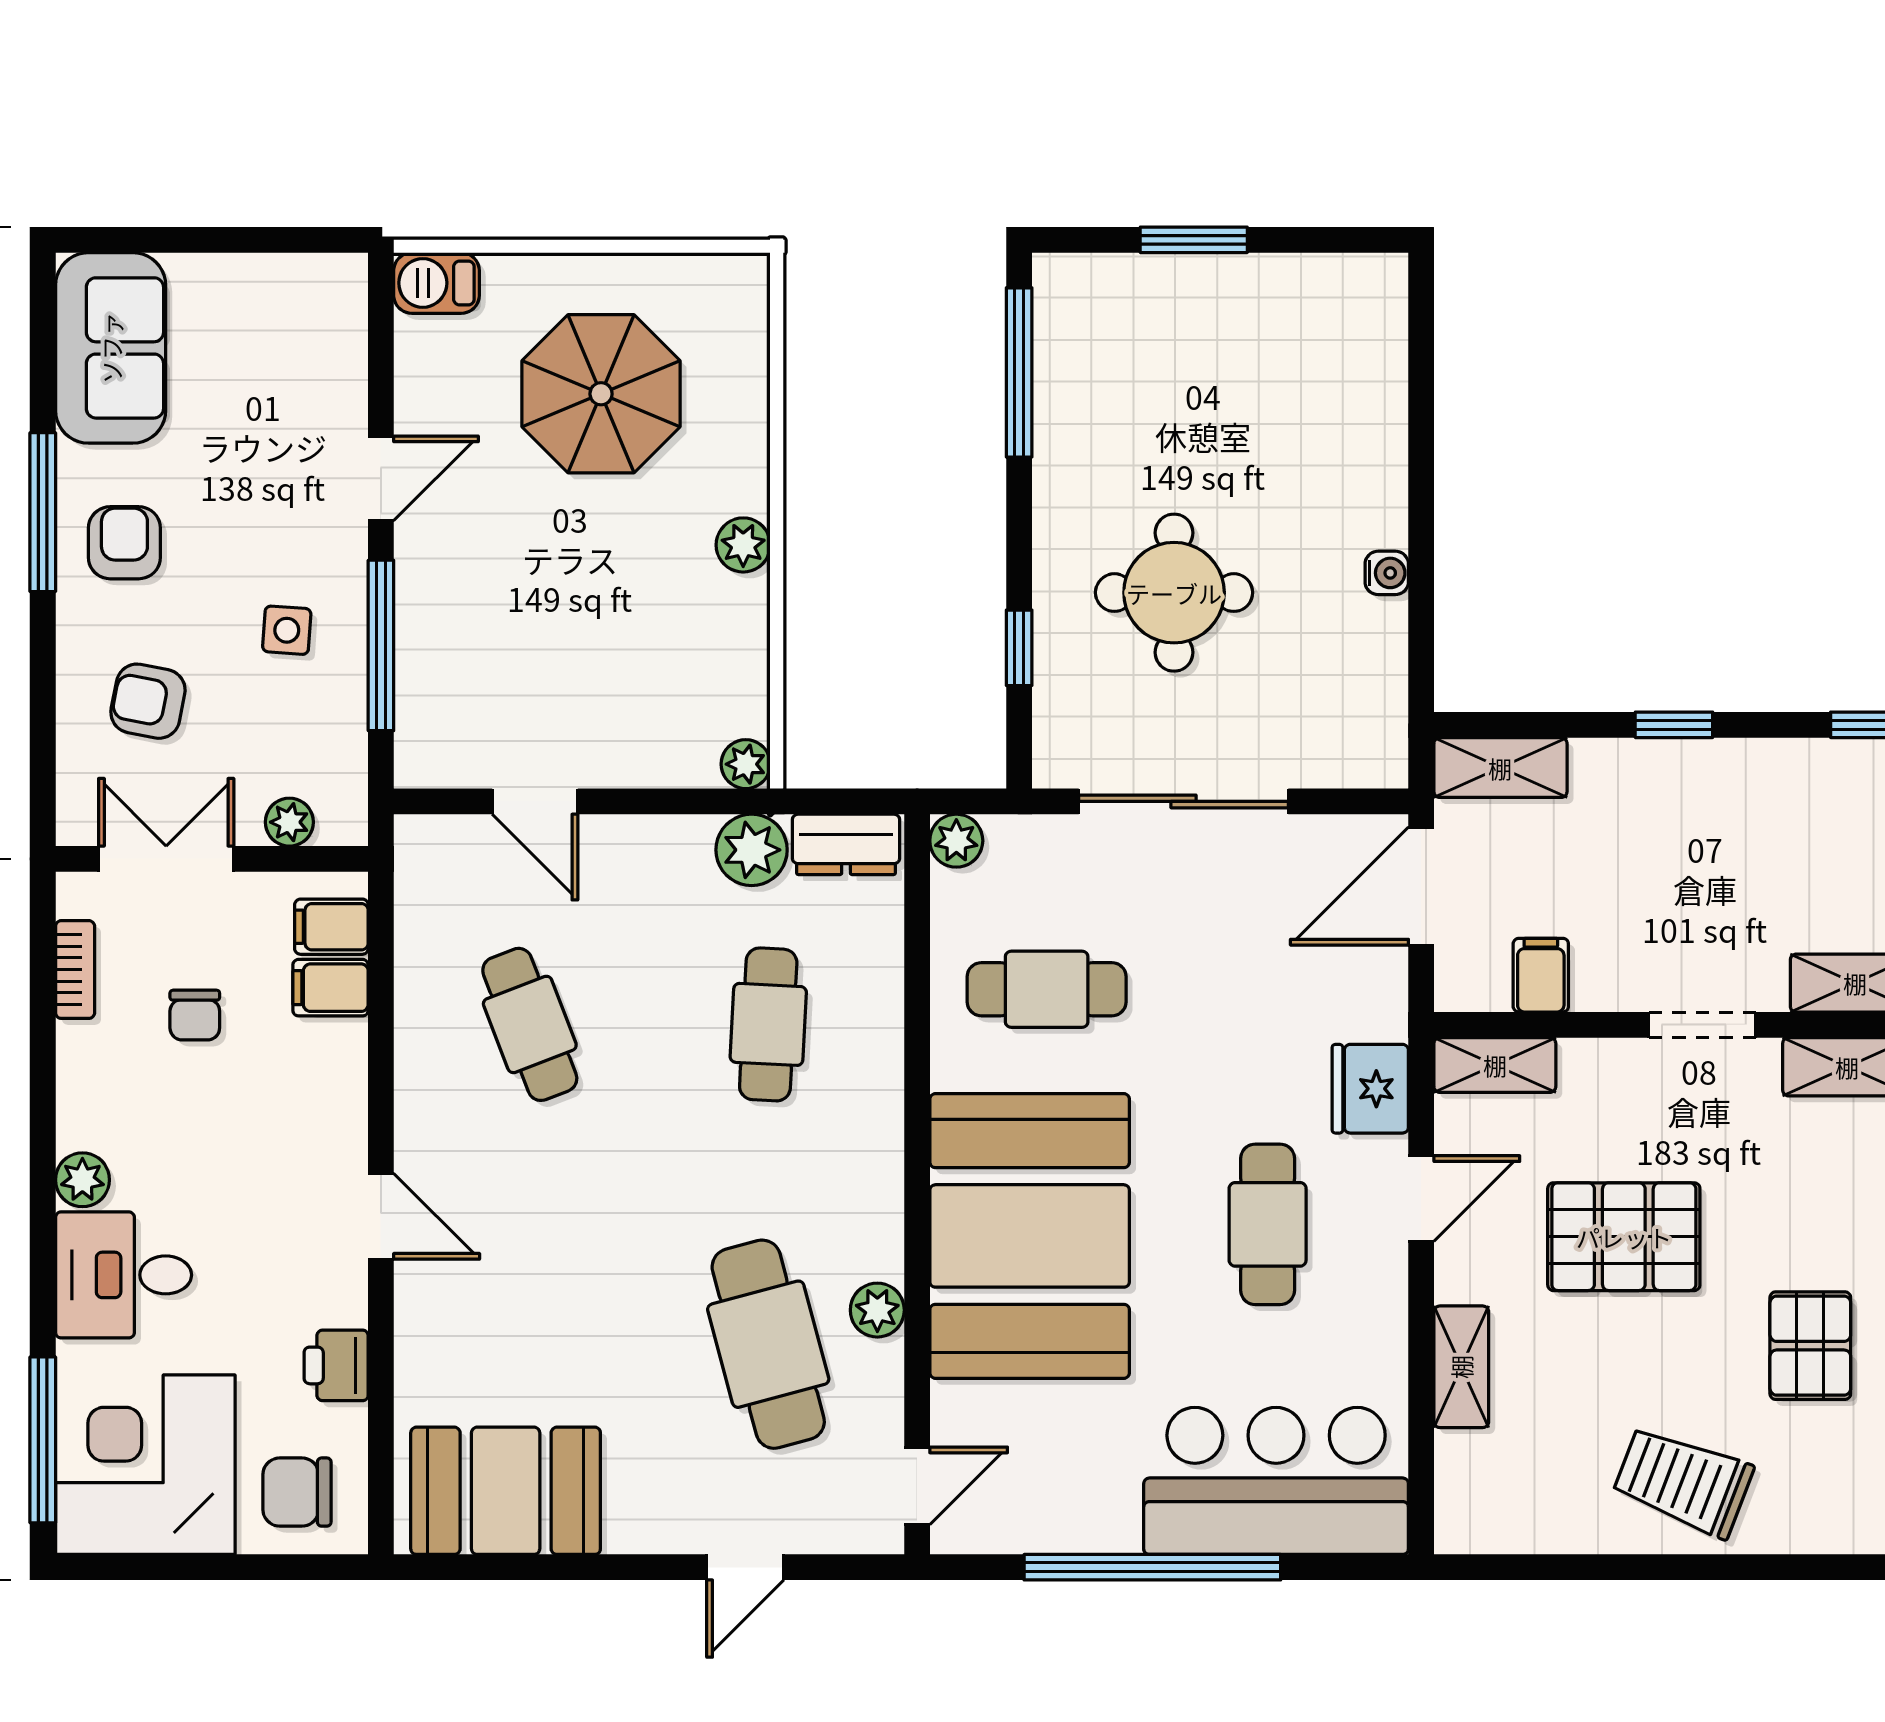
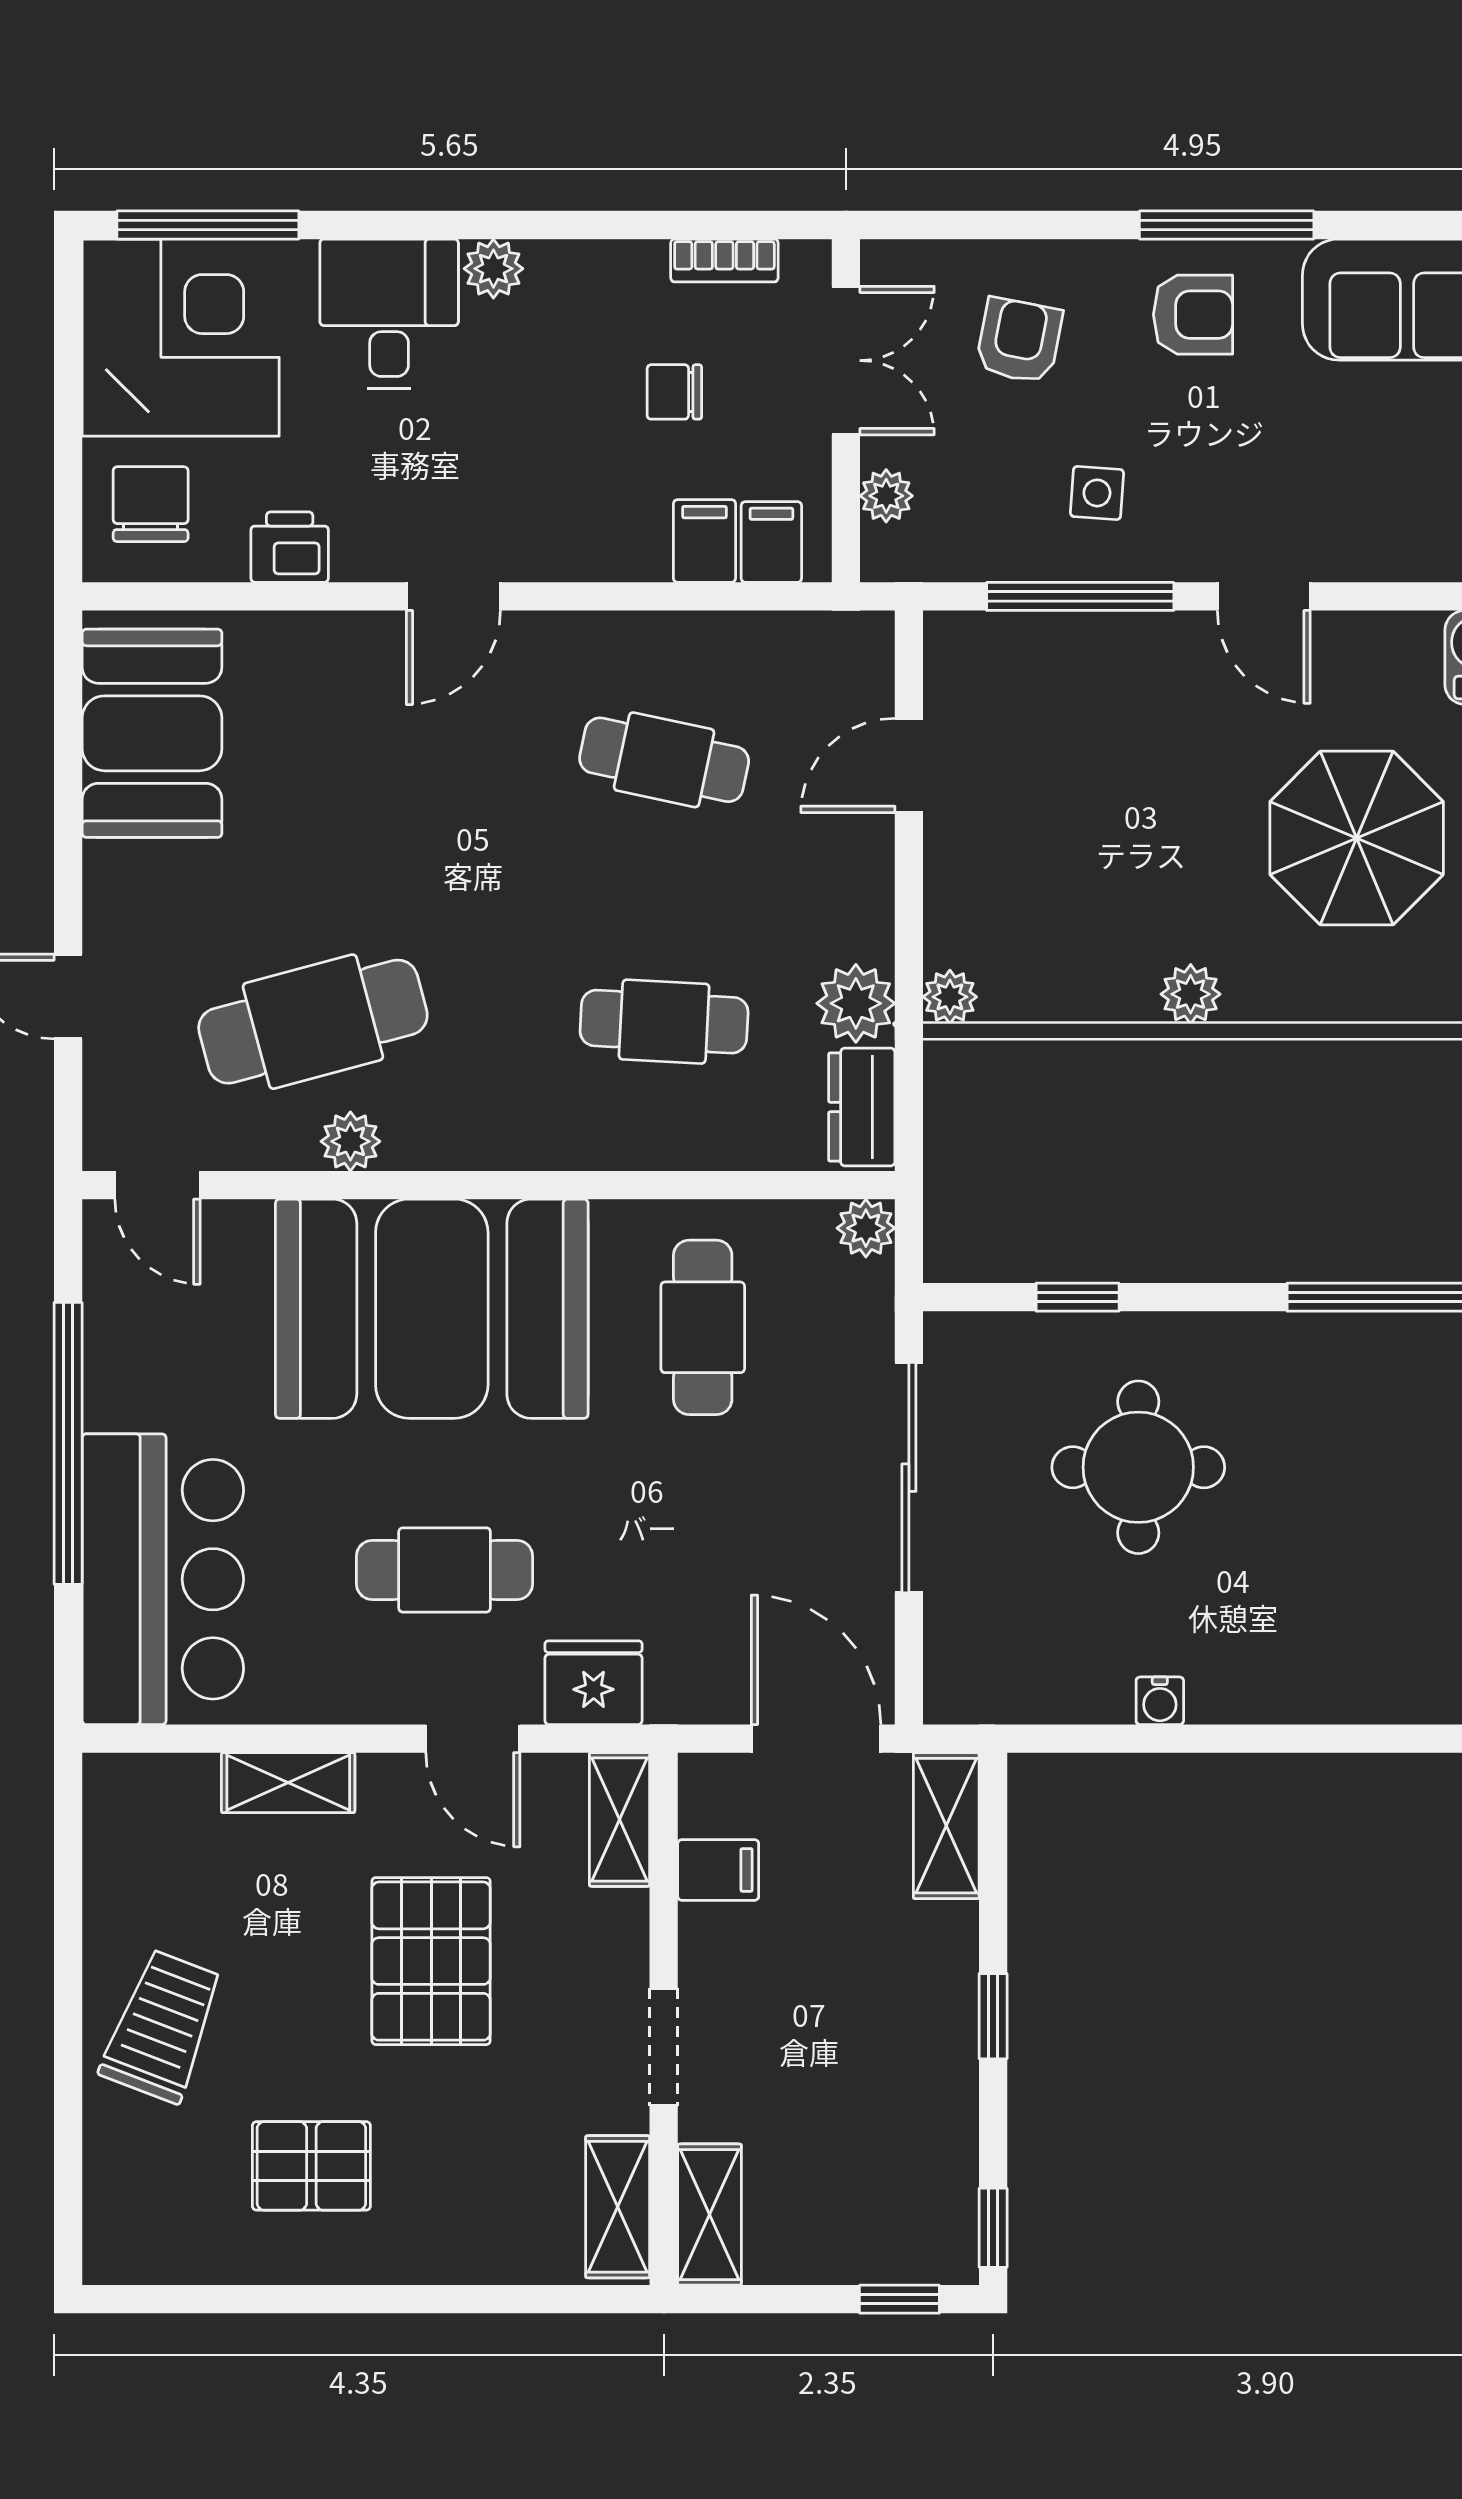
cafe table: (530, 1024) -> (664, 760), turned 33

